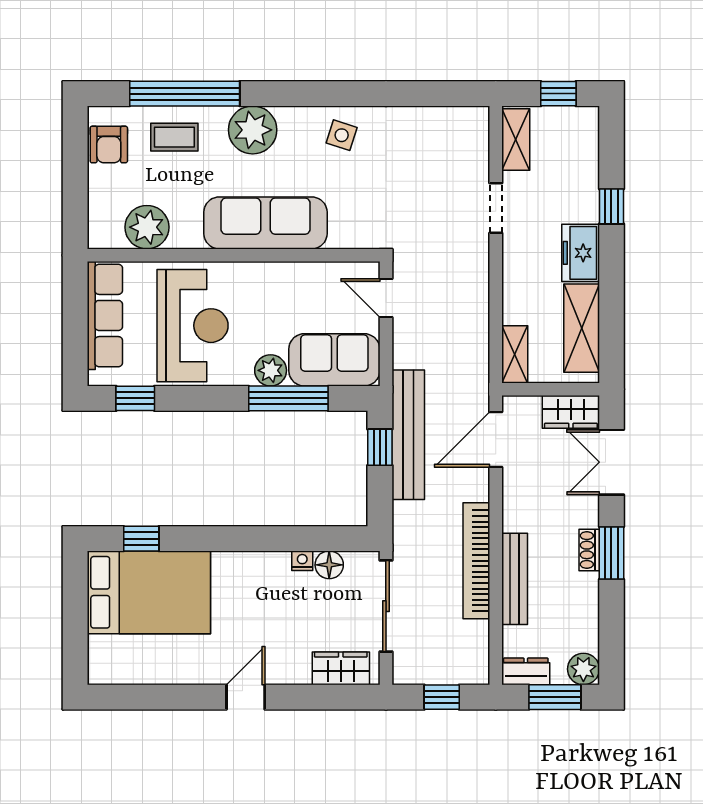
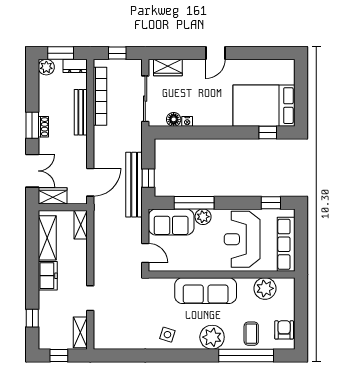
coffee table: (174, 137) -> (251, 334), turned 90
window: (611, 206) -> (32, 318), moved
bookcase: (476, 561) -> (100, 96), moved

